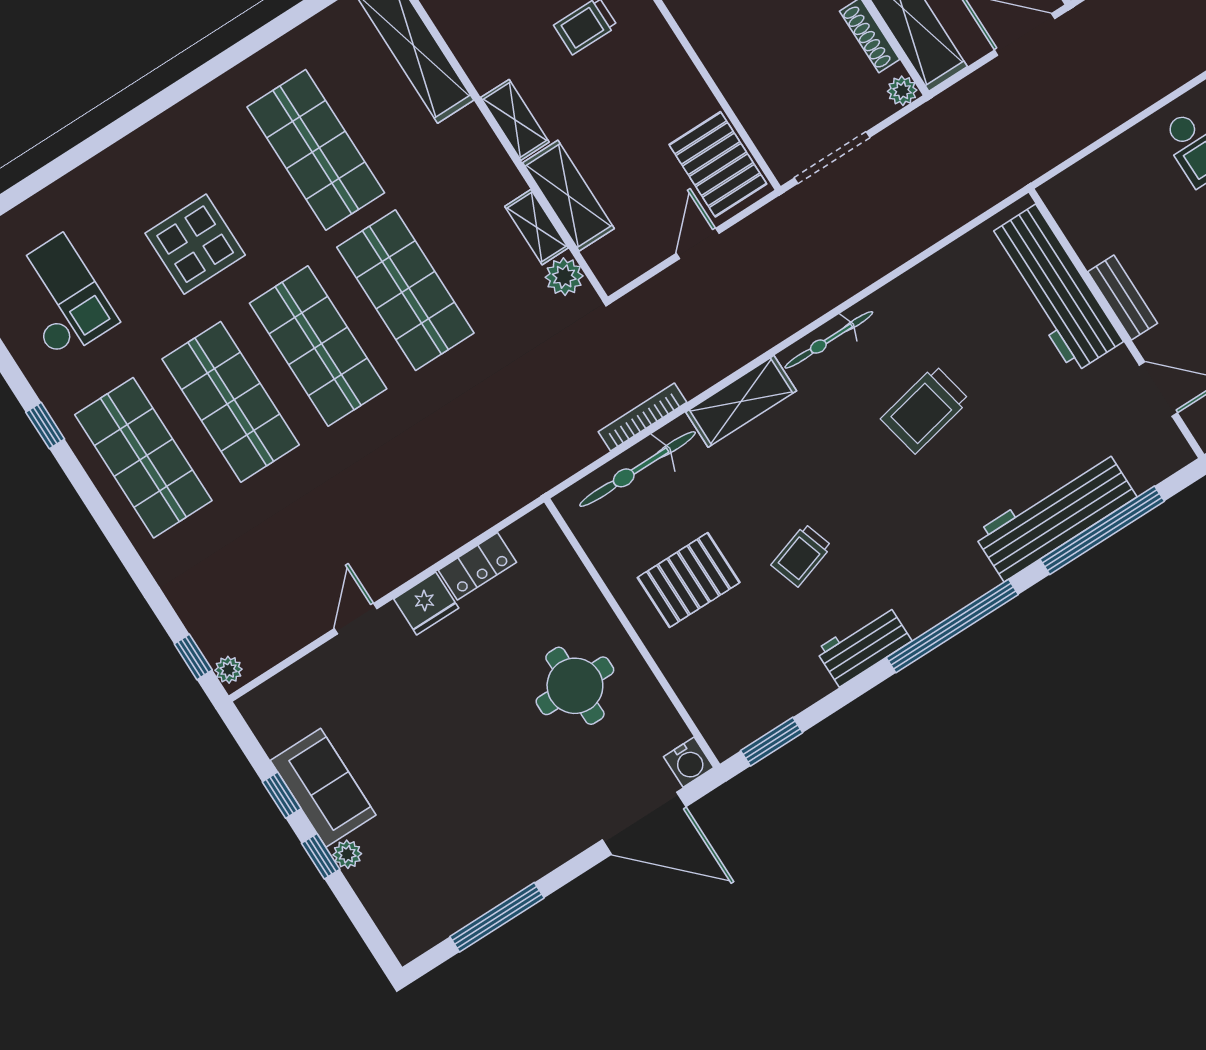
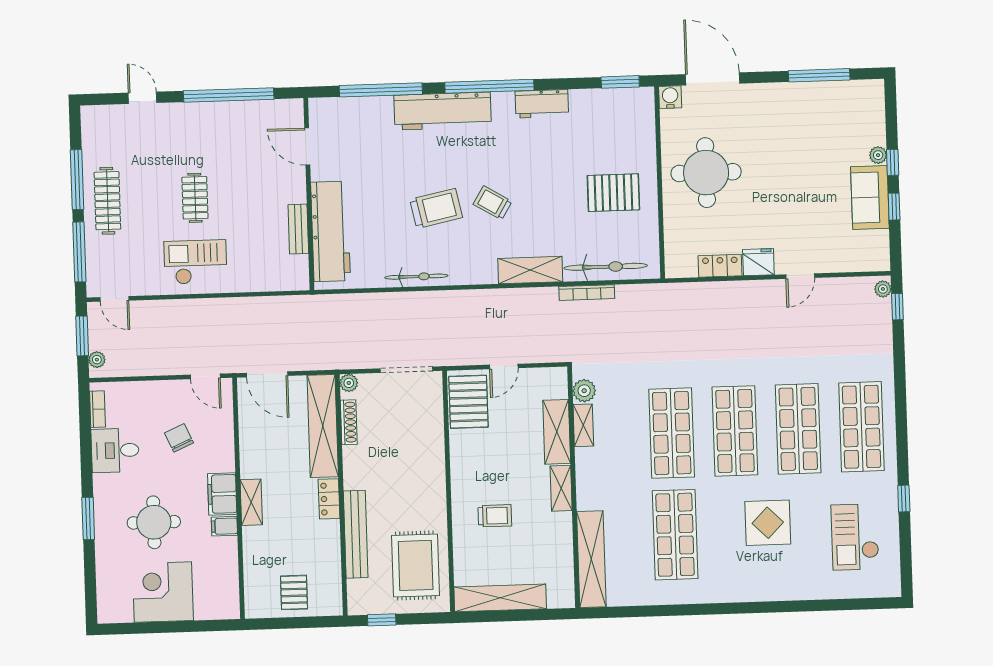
bench: (1123, 297) -> (298, 229), moved
bicycle: (829, 340) -> (416, 277), moved
window: (45, 426) -> (904, 499), moved
workbench: (1055, 515) -> (443, 111), moved
trolley: (801, 555) -> (493, 203), moved, turned -131
round table: (575, 686) -> (706, 173), width x1.36, depth x1.36

